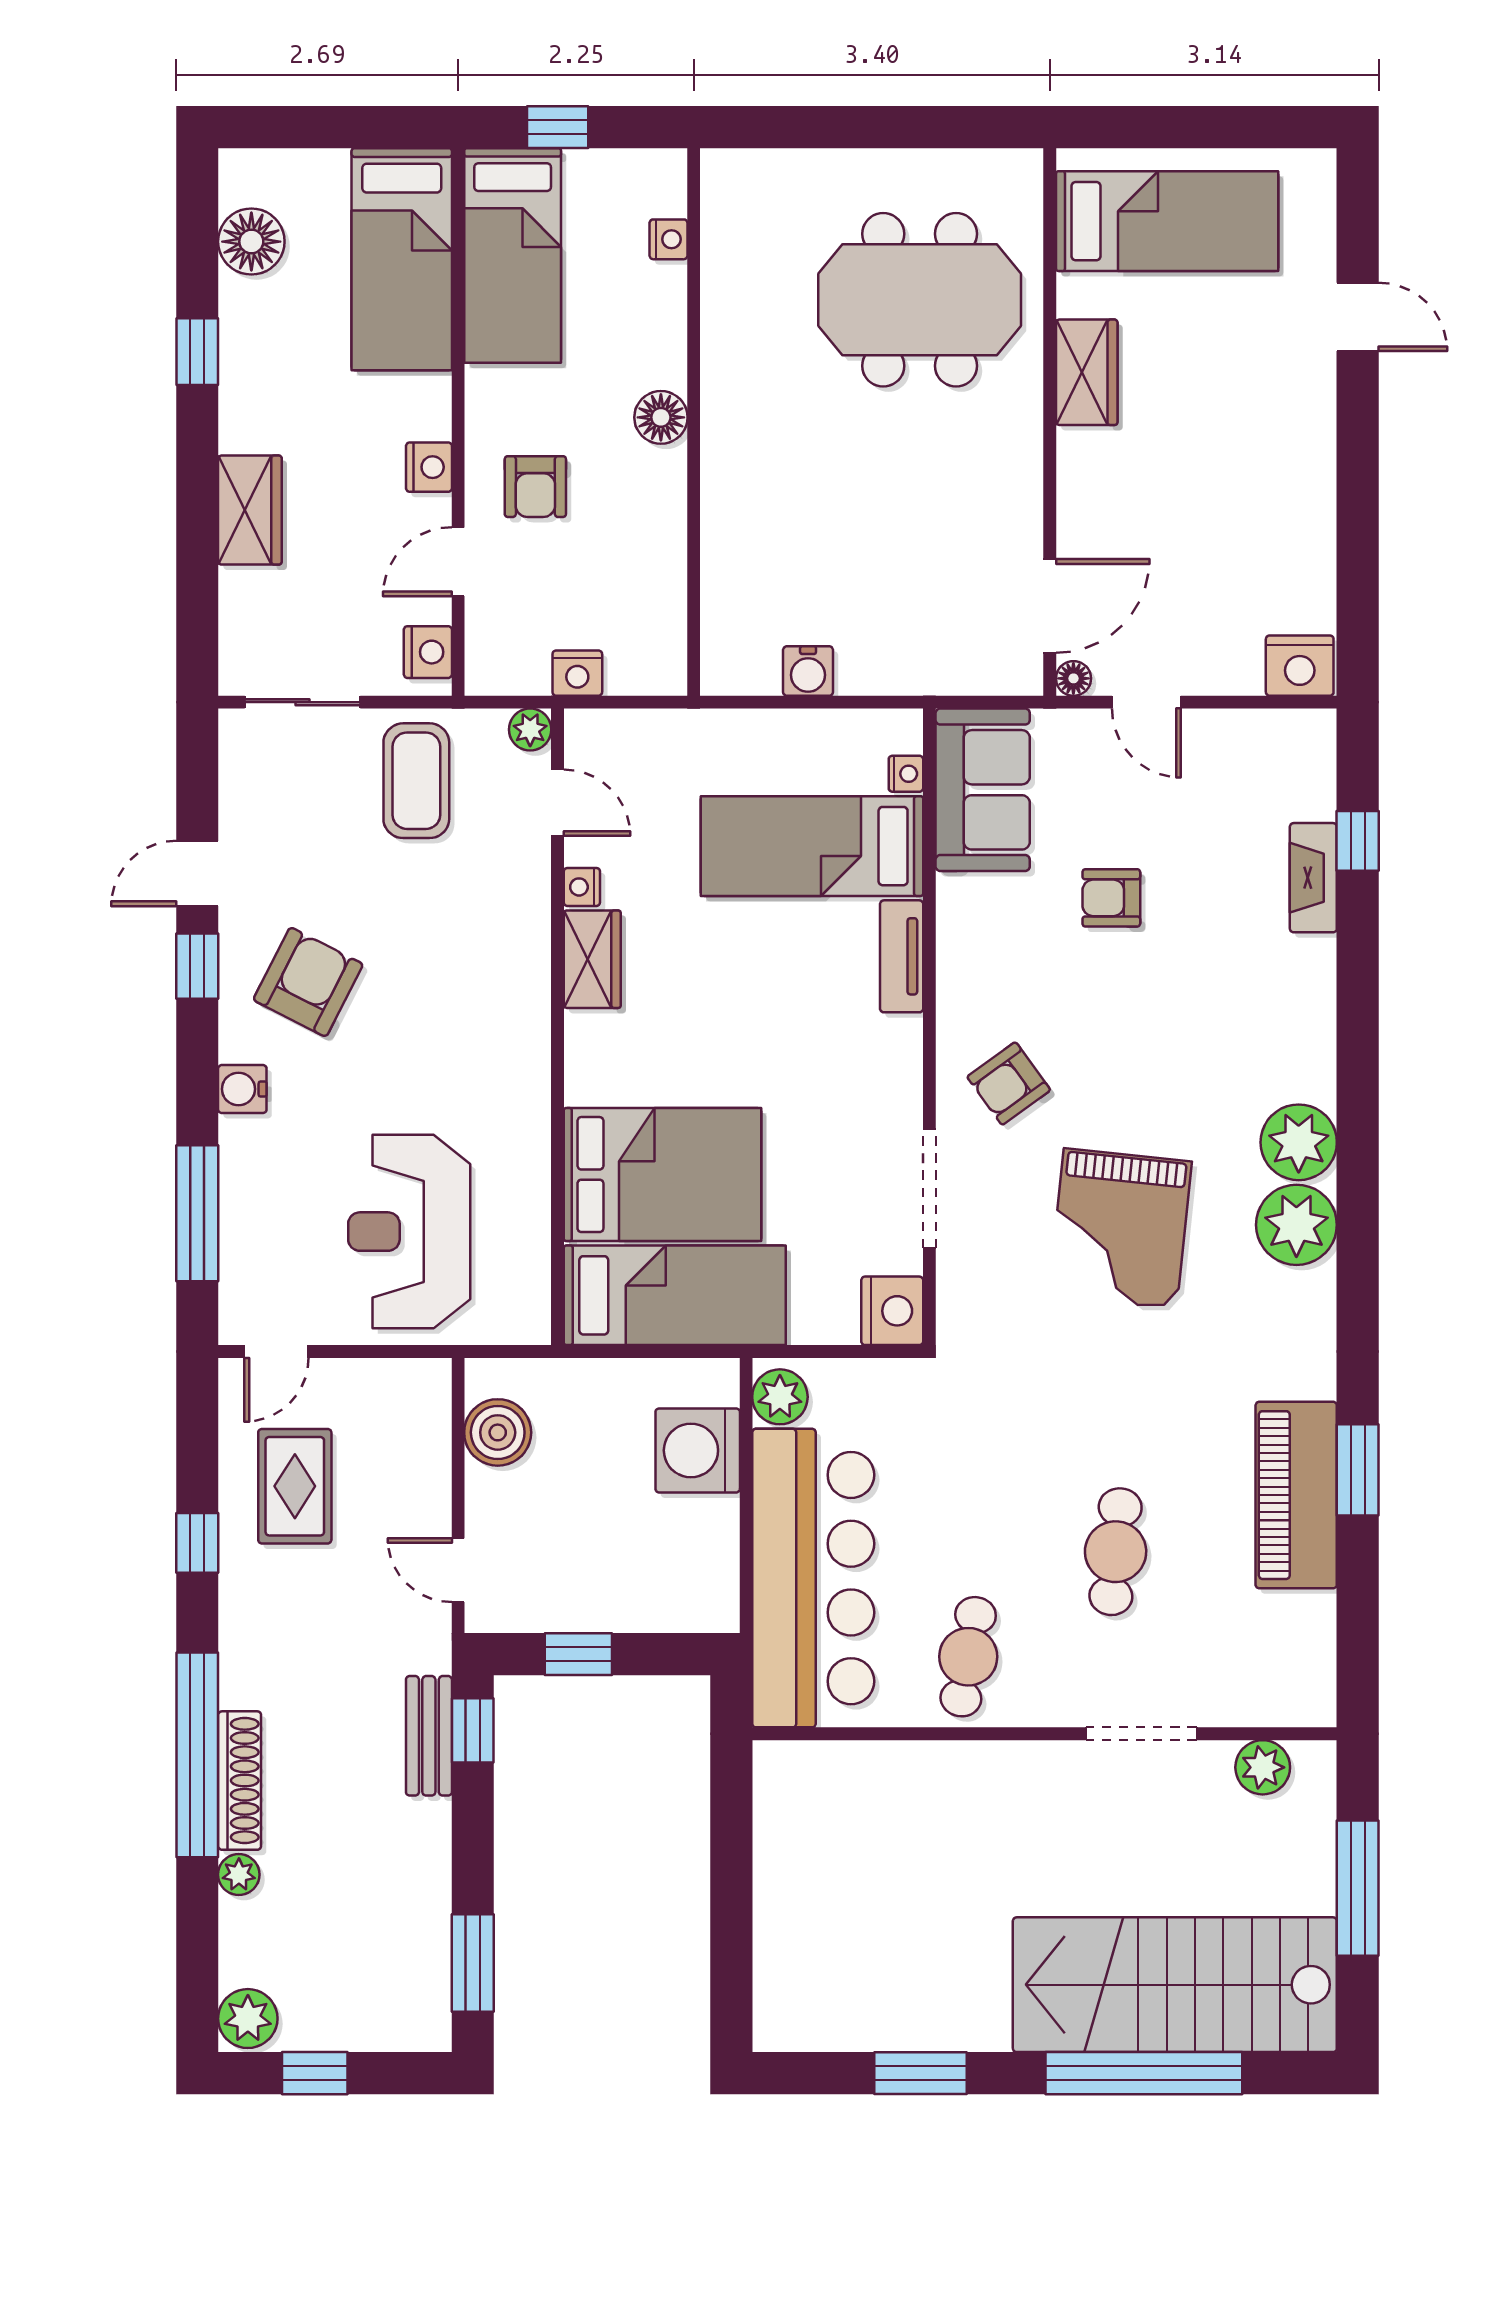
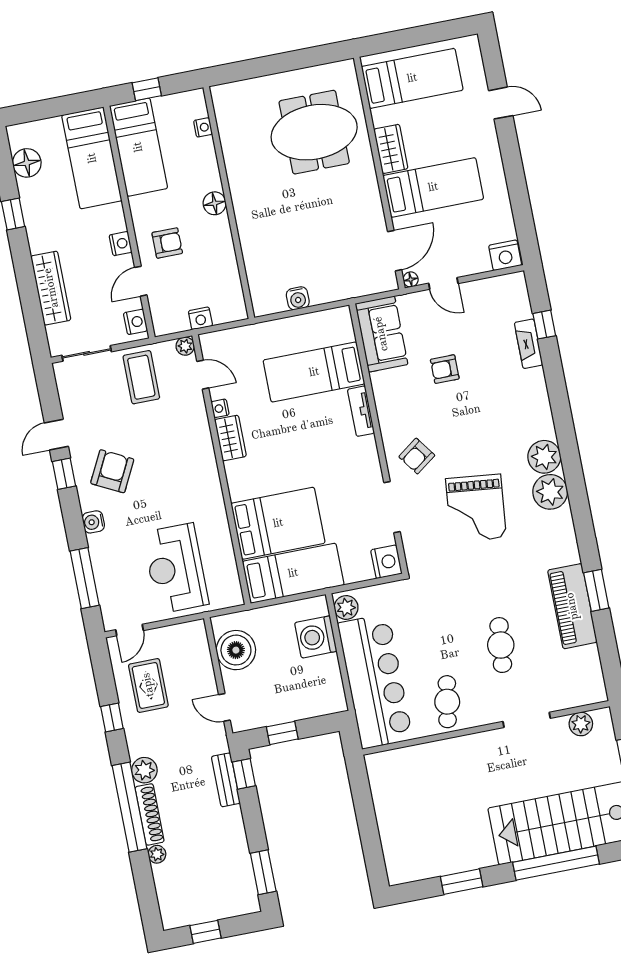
bed: (1166, 479) -> (433, 187), added
armchair: (535, 487) -> (167, 243), turned -90
wardrobe: (250, 510) -> (51, 288), width x1.50
nightstand: (906, 774) -> (348, 334), removed
boiler: (498, 1432) -> (236, 650), width x1.37, depth x1.37
plant: (248, 2019) -> (144, 770), moved

